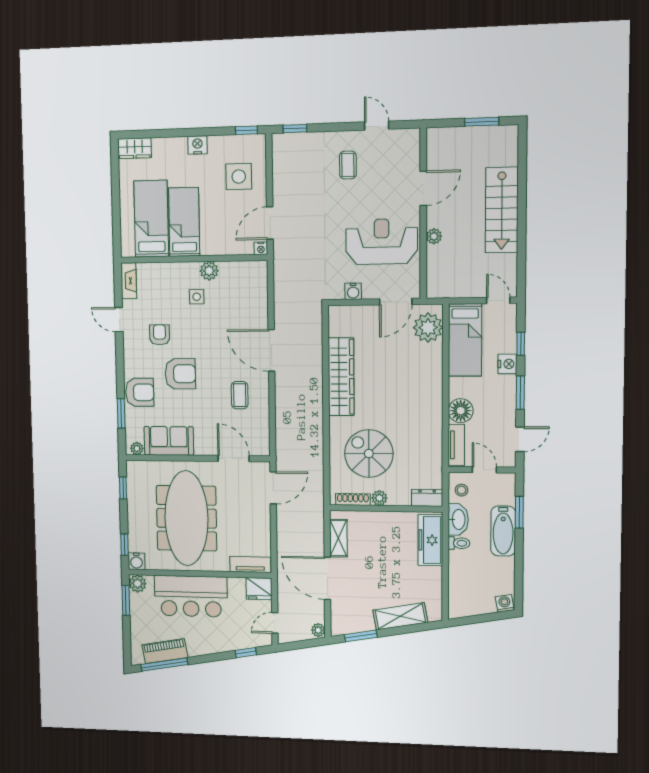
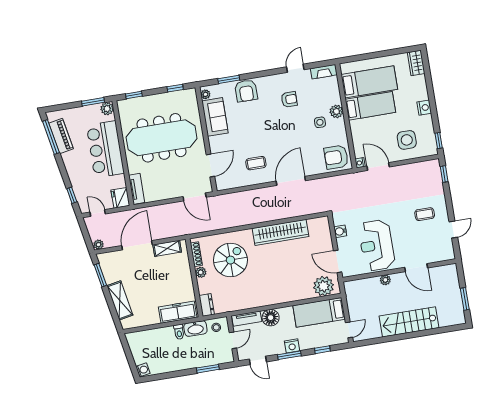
reception desk: (382, 242) -> (377, 245), turned 180
plant: (209, 271) -> (336, 111), moved
nightstand: (507, 364) -> (292, 346), moved
armchair: (180, 374) -> (336, 157), moved, turned 90
bathtub: (503, 531) -> (193, 360), removed
water cooler: (136, 561) -> (123, 106), removed

